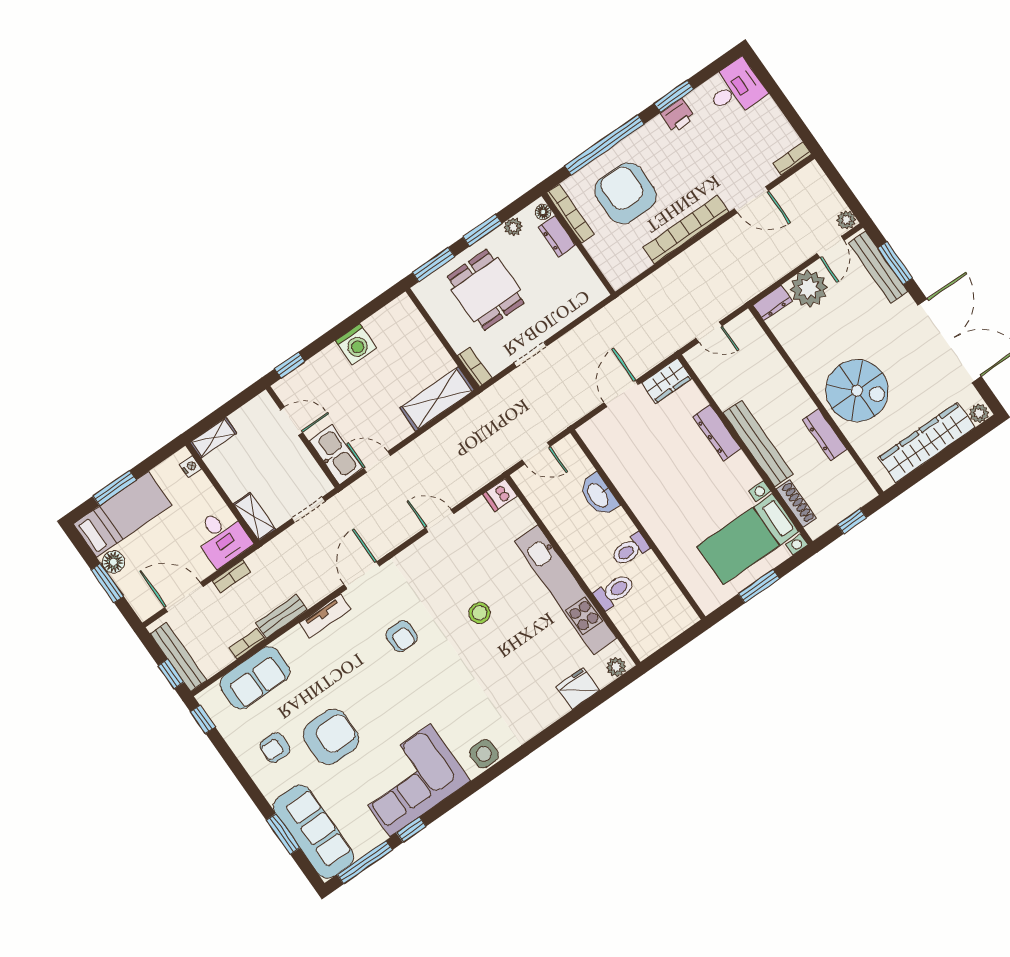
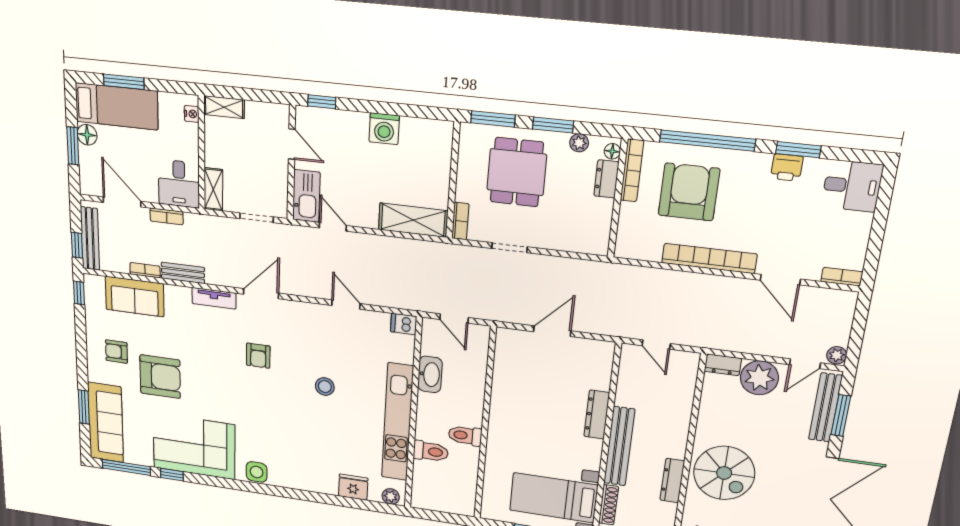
wardrobe: (667, 381) -> (593, 351), removed
washbasin: (598, 495) -> (430, 374), moved, turned 180

